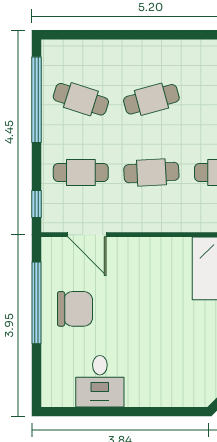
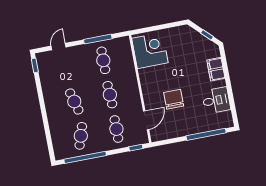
window: (37, 303) -> (206, 134), moved
chair: (75, 309) -> (174, 99), moved
filing cabinet: (162, 392) -> (216, 69), added

